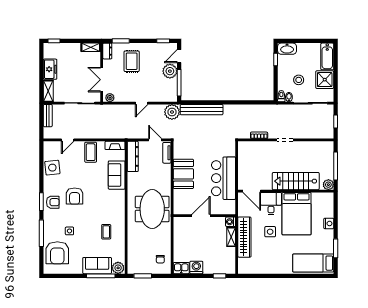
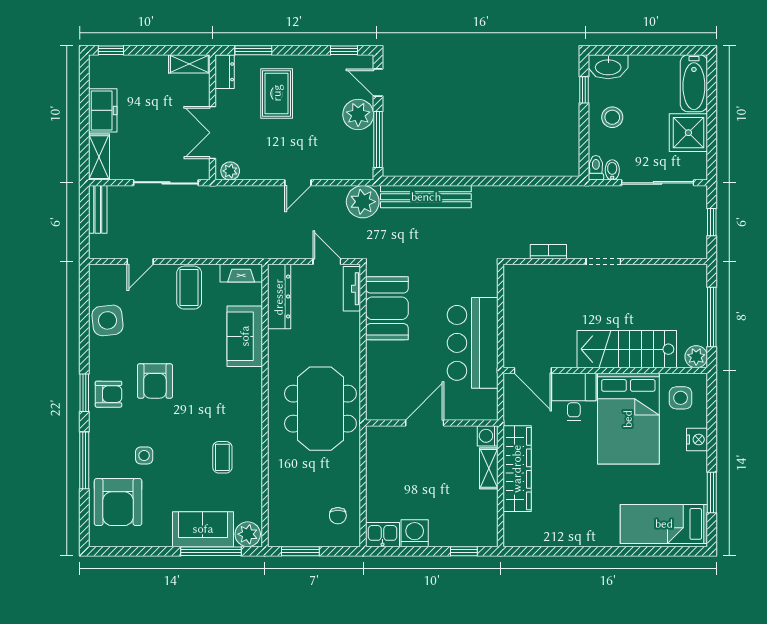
door: (179, 56) -> (378, 83), hinge flipped
stool: (299, 80) -> (612, 117), moved
booth: (183, 174) -> (387, 308), moved
side table: (270, 232) -> (681, 398), moved

